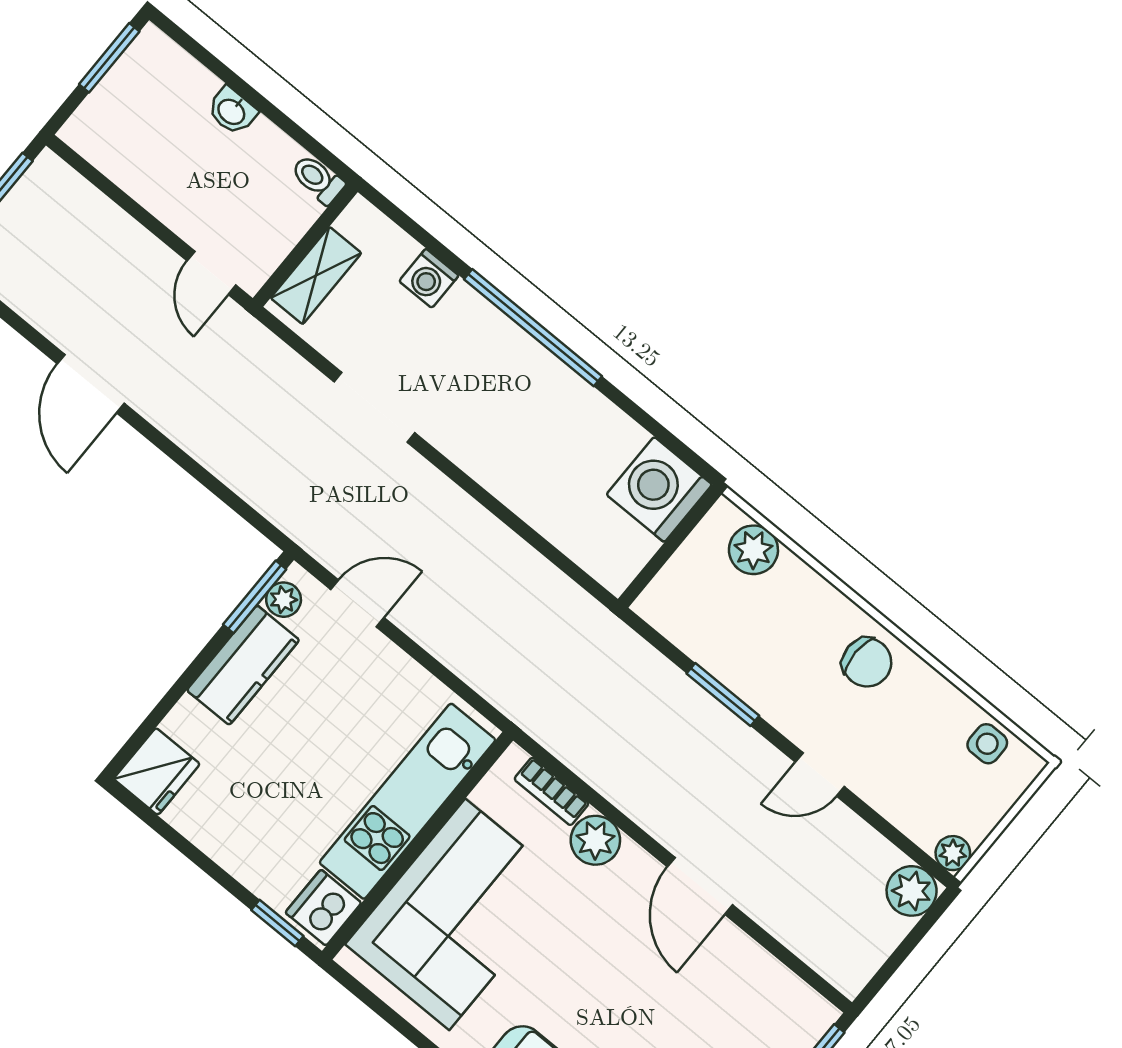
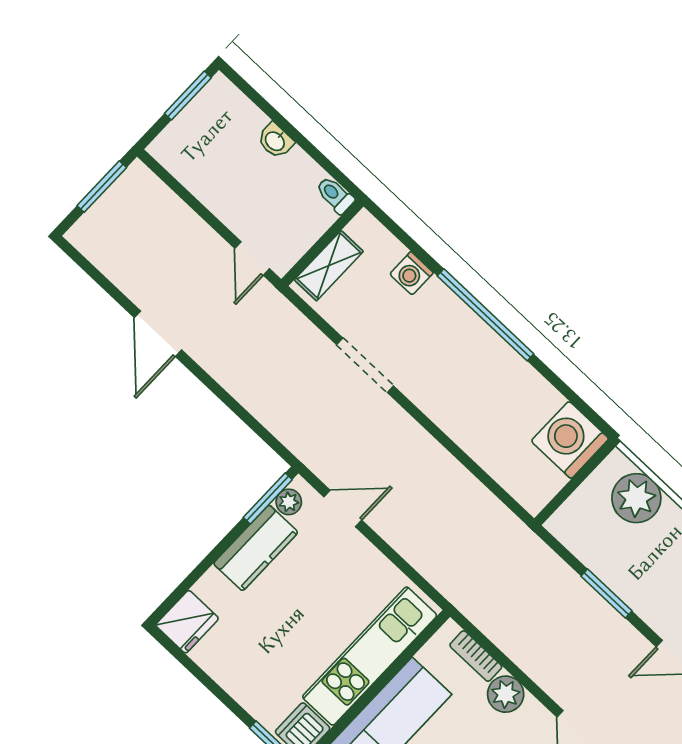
plant: (753, 550) -> (636, 498), width x1.36, depth x1.36

